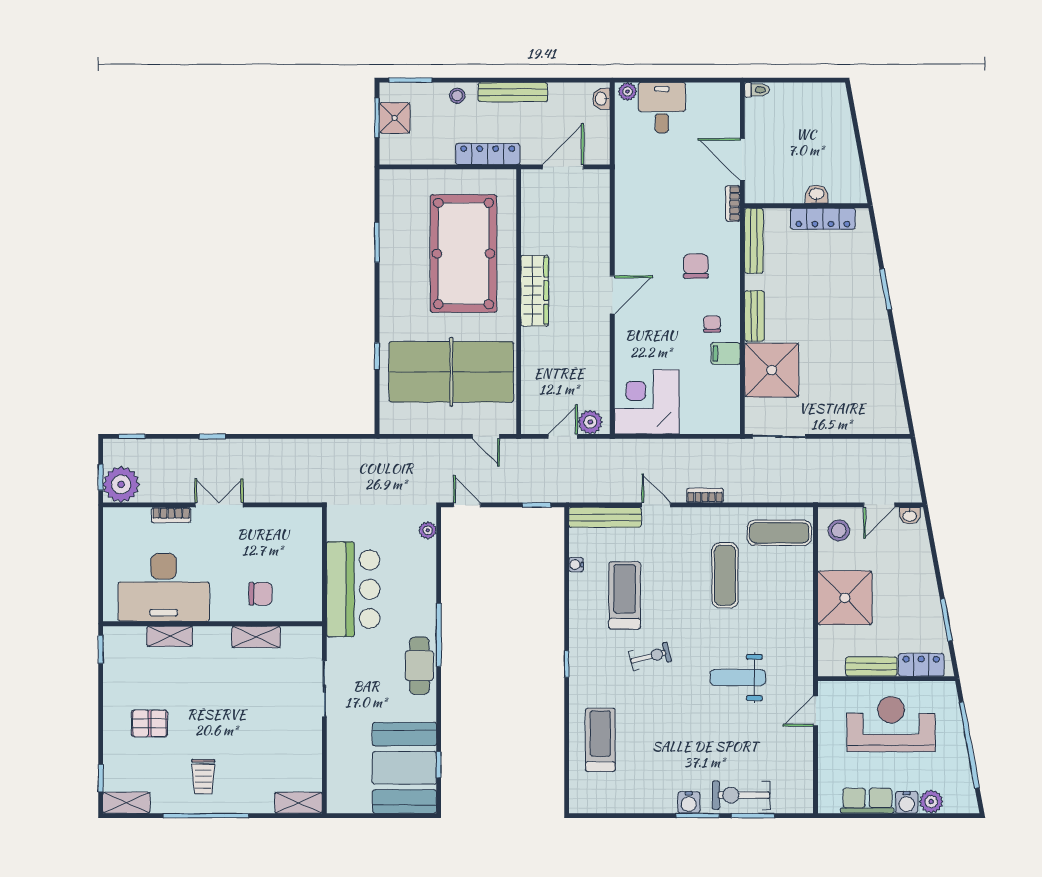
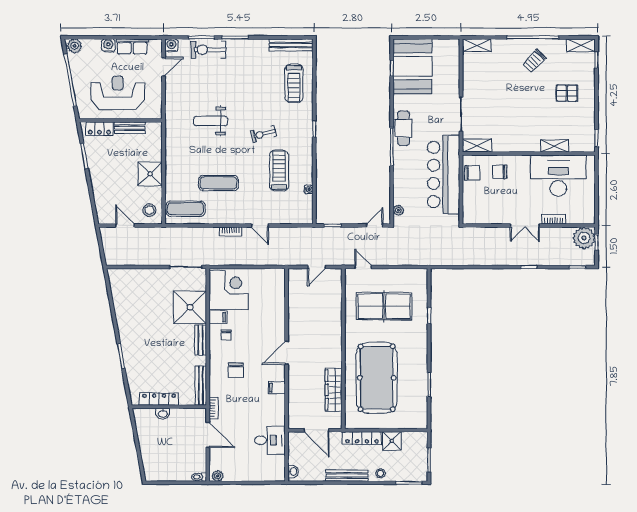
plant: (628, 91) -> (218, 476), moved
desk: (662, 108) -> (270, 440), moved, turned -90
shower: (395, 118) -> (392, 441), moved
door: (563, 167) -> (316, 430), hinge flipped
filing cabinet: (628, 237) -> (277, 388), added
wardrobe: (535, 291) -> (334, 390), moved
table tennis table: (451, 372) -> (384, 306), width x0.73, depth x0.76
corner desk: (647, 402) -> (229, 290), moved, turned -90
plant: (590, 422) -> (300, 276), removed
door: (467, 505) -> (375, 226), swing flipped
door: (879, 505) -> (125, 226), hinge flipped
washbasin: (910, 516) -> (106, 219), removed
bench: (605, 517) -> (291, 45), moved
exercise mat: (725, 575) -> (218, 183), turned 90
bar counter: (353, 589) -> (444, 174), width x1.36
chair: (306, 592) -> (472, 173), added
treadmill: (625, 595) -> (279, 171), turned 180
shower: (845, 598) -> (150, 174), width x0.73, depth x0.73
shelving: (256, 637) -> (477, 146), moved
weight bench: (738, 678) -> (211, 121), turned 180
door: (816, 711) -> (163, 67), moved
reception desk: (891, 724) -> (118, 93), turned 180
trolley: (203, 777) -> (534, 61), turned -137
exercise bike: (741, 795) -> (209, 50), turned 180
water cooler: (689, 802) -> (171, 45), moved
plant: (931, 802) -> (75, 46), moved

